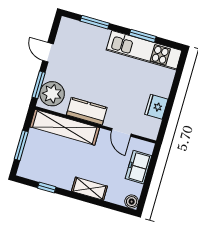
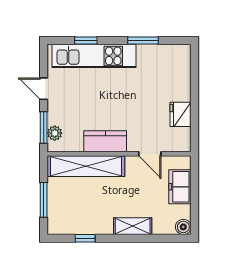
window: (95, 22) -> (86, 41), width x0.67
kitchen unit: (144, 50) -> (94, 56), moved
plant: (52, 94) -> (55, 133), width x0.53, depth x0.53

